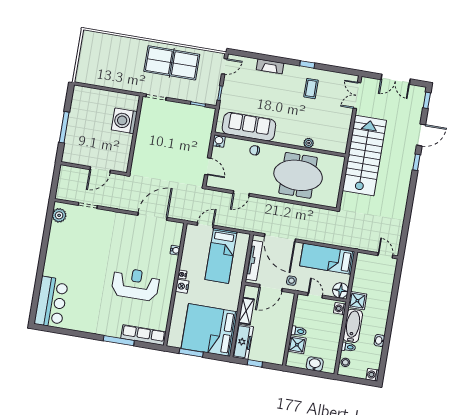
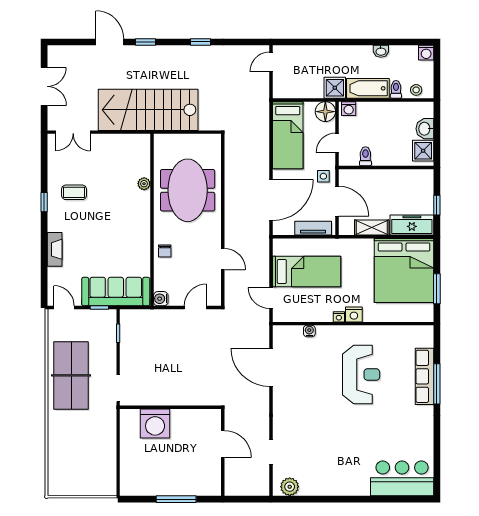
window: (427, 100) -> (200, 42), moved
sofa: (249, 127) -> (116, 292), moved, turned 90
tv unit: (254, 260) -> (313, 228), width x0.71
reception desk: (136, 284) -> (361, 374), turned 180
toilet: (299, 331) -> (365, 156), moved
row of seats: (143, 335) -> (424, 376), moved
shower: (297, 345) -> (423, 151), moved

